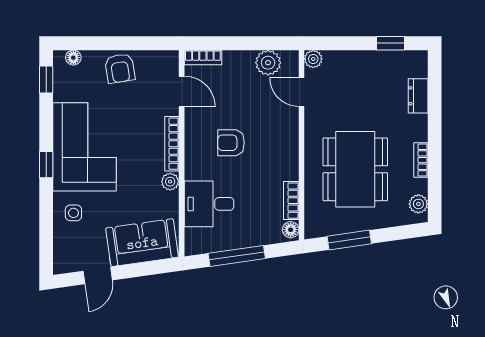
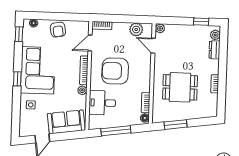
door: (182, 91) -> (90, 43), swing flipped
armchair: (231, 143) -> (115, 71), width x1.88, depth x1.88
dining table: (355, 169) -> (180, 87), width x0.73
plant: (418, 204) -> (215, 35), moved

